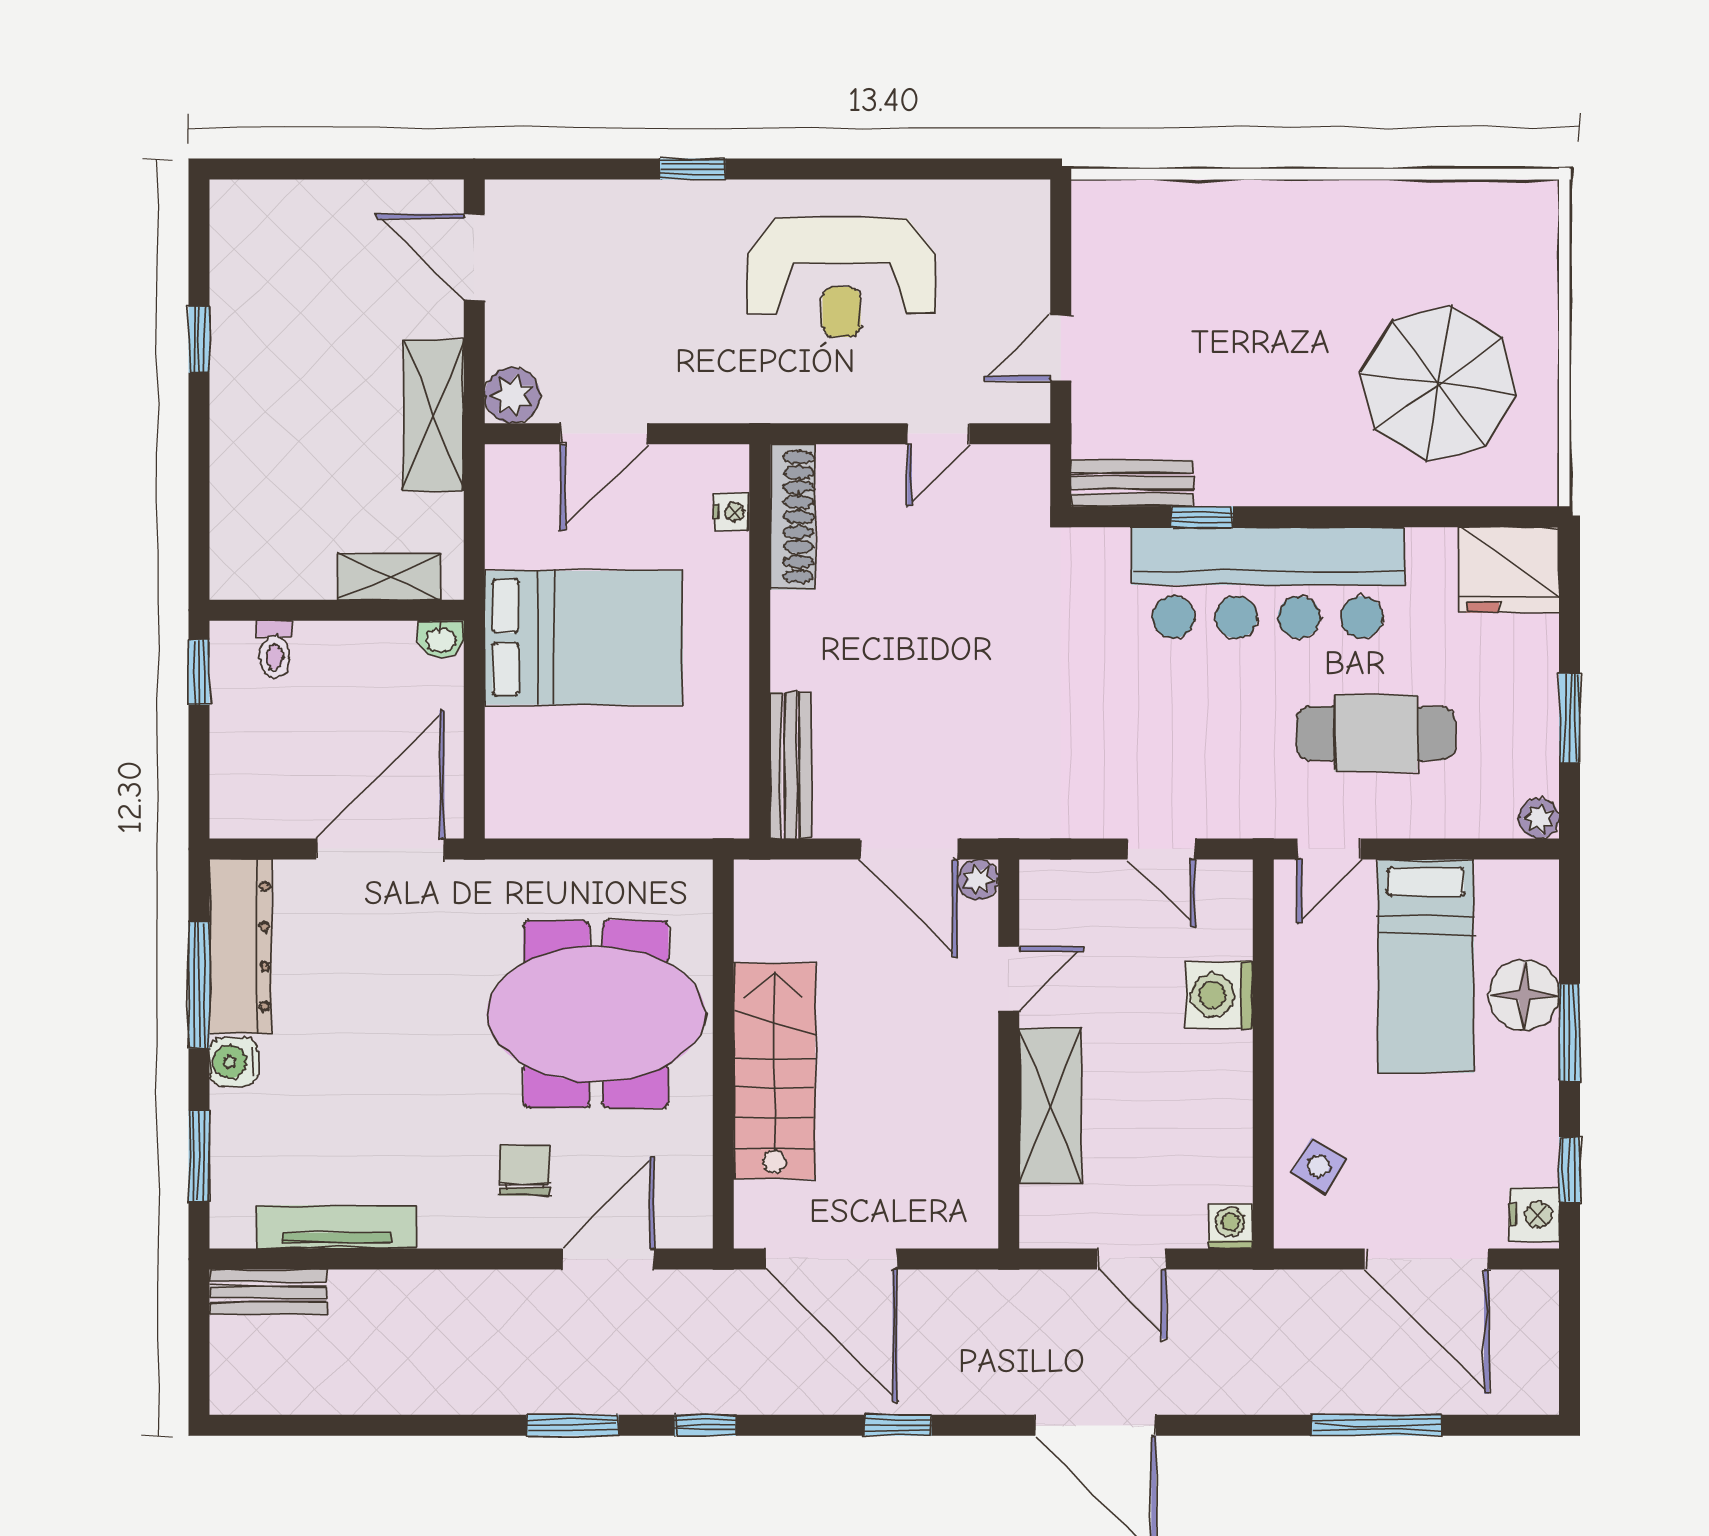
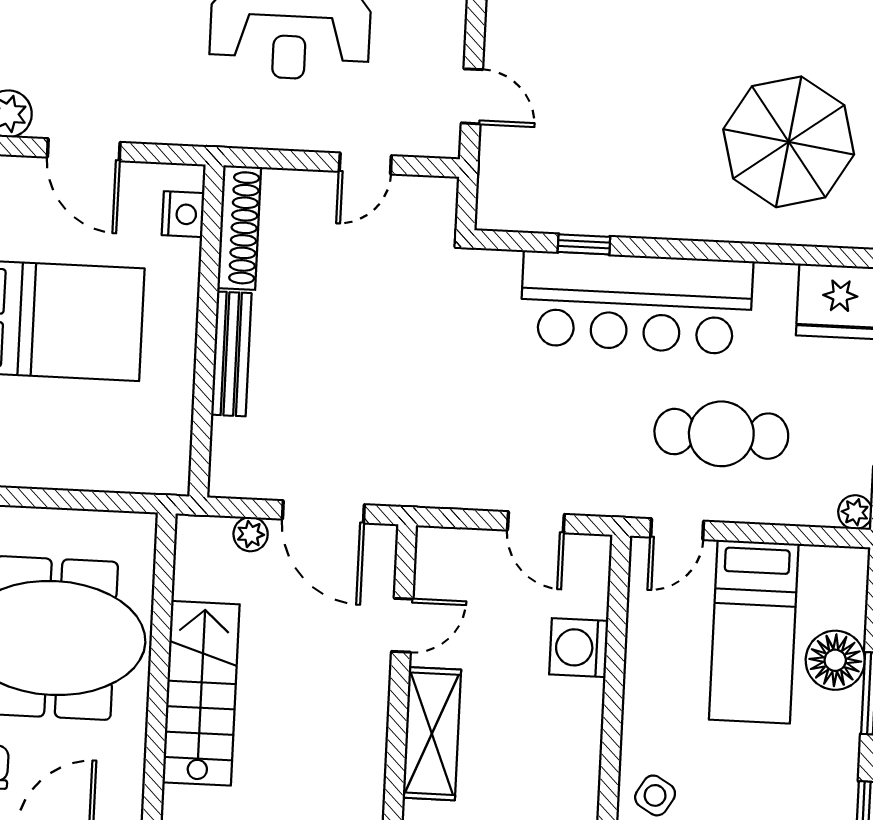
door: (1061, 348) -> (472, 96), swing flipped
door: (604, 434) -> (84, 150), hinge flipped
bench: (1132, 483) -> (526, 213), removed
nightstand: (732, 512) -> (183, 214), width x1.39, depth x1.35
bench: (791, 765) -> (231, 354), moved
plant: (978, 880) -> (251, 534), moved

